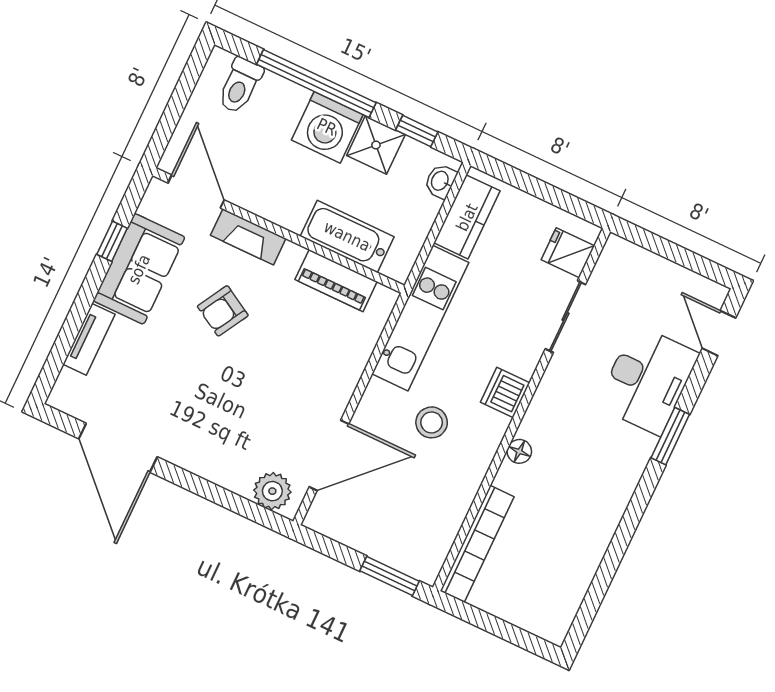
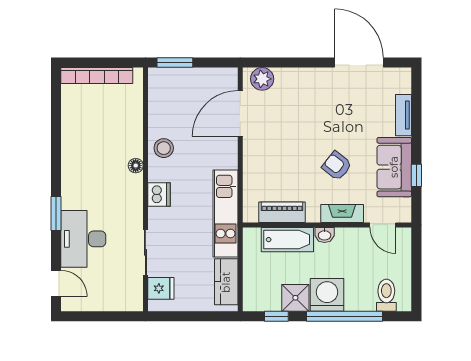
washbasin: (440, 181) -> (325, 235), moved, turned 90
door: (196, 192) -> (383, 225), width x0.73
armchair: (223, 311) -> (337, 166), turned -82
stool: (432, 422) -> (164, 148), moved
bookcase: (477, 544) -> (97, 76), moved, turned -90

